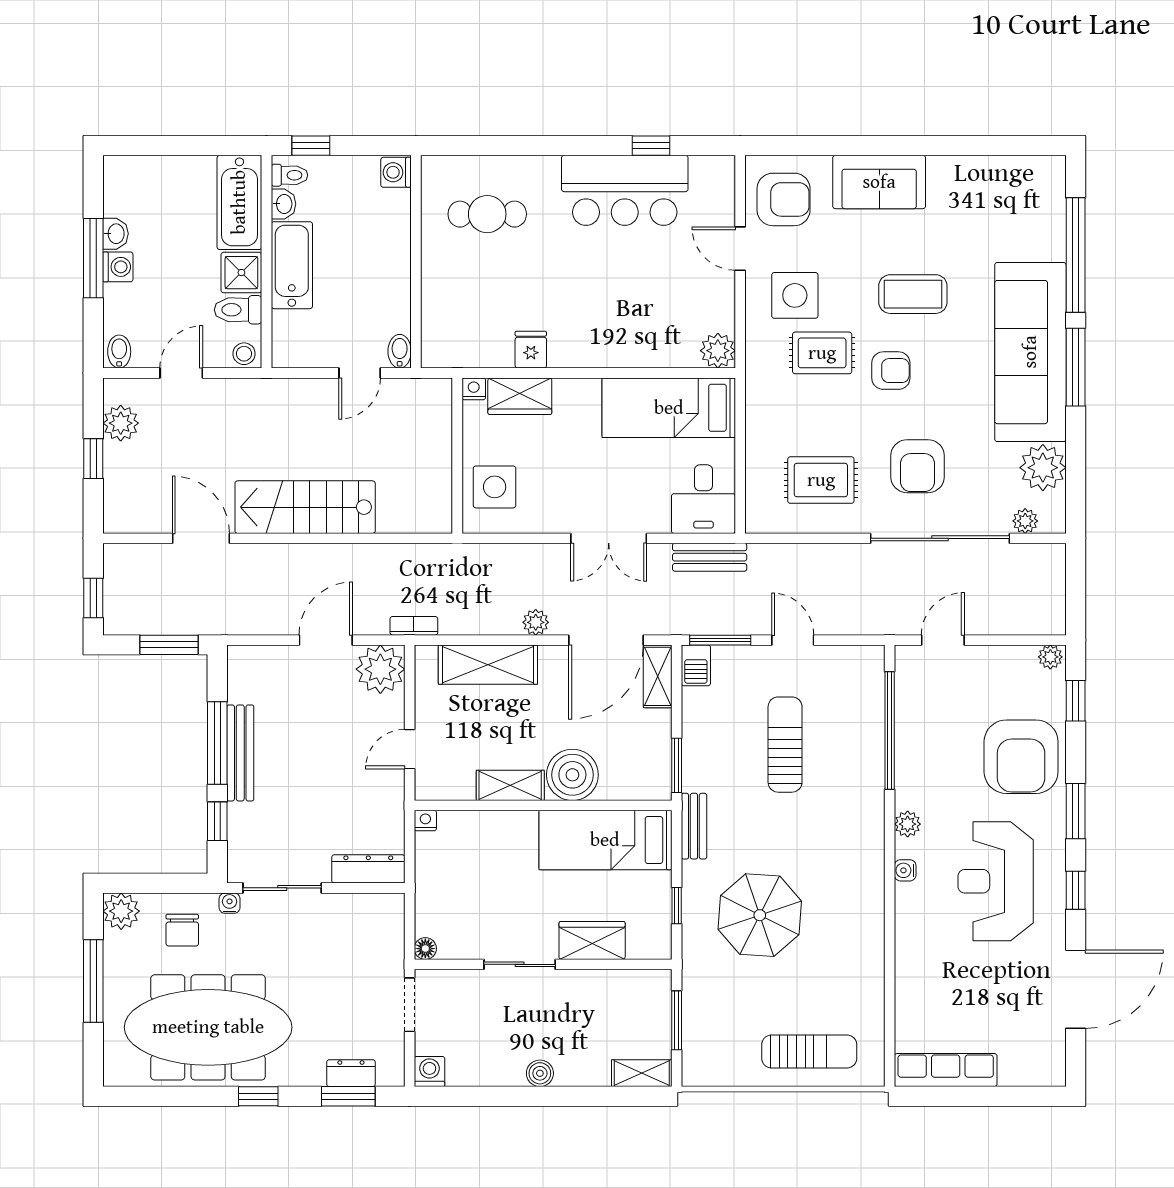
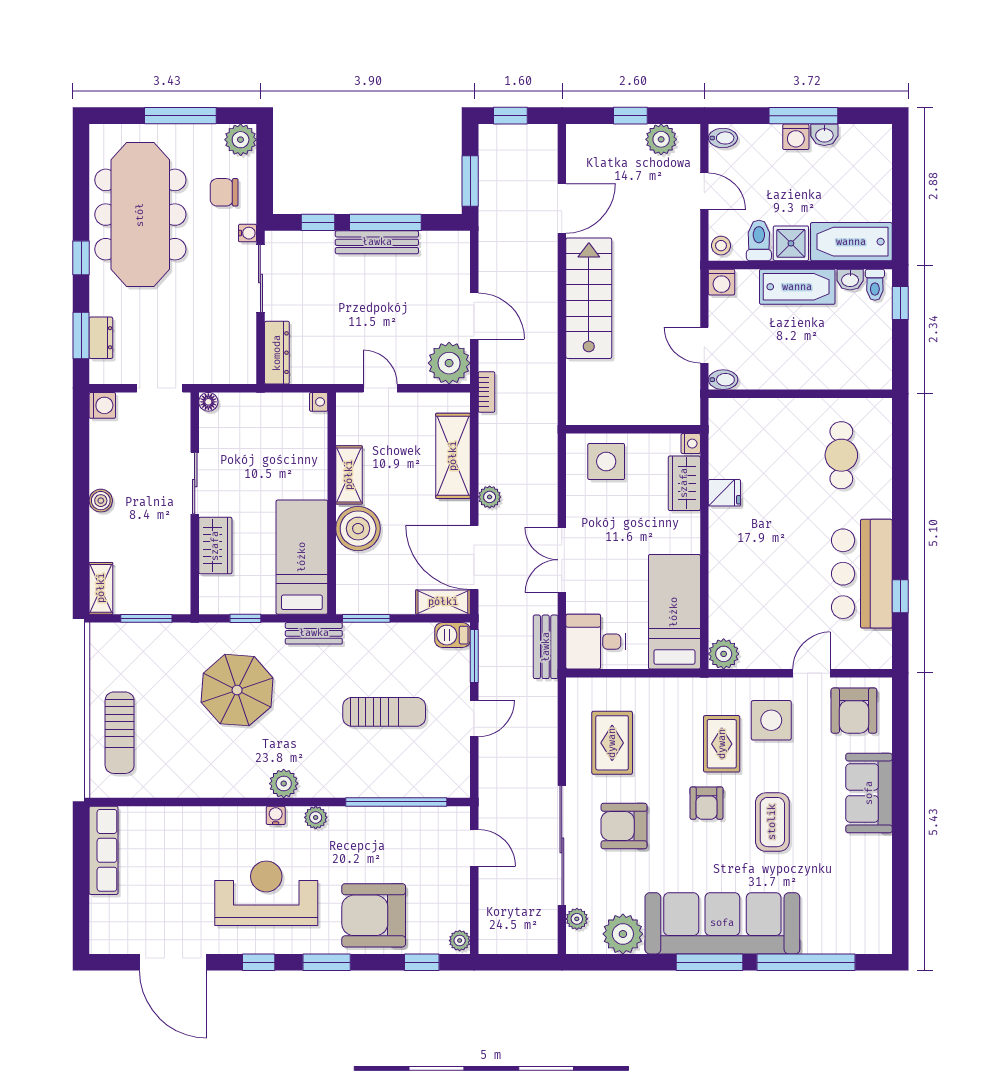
washing machine: (396, 172) -> (721, 282), moved, turned 180
plant: (868, 861) -> (284, 784), added

